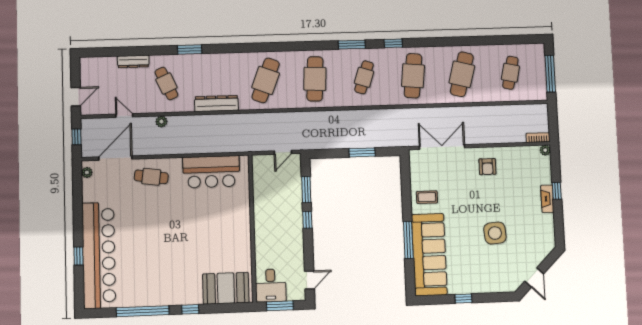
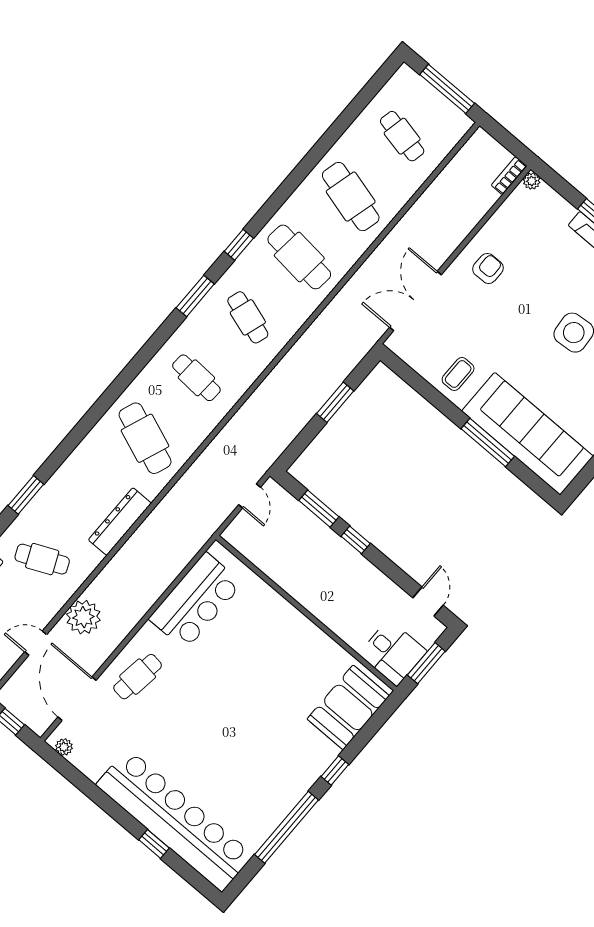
cafe table: (315, 79) -> (196, 378), width x0.73, depth x0.74
plant: (161, 122) -> (83, 617), width x1.88, depth x1.88
armchair: (487, 167) -> (488, 268), turned -90

